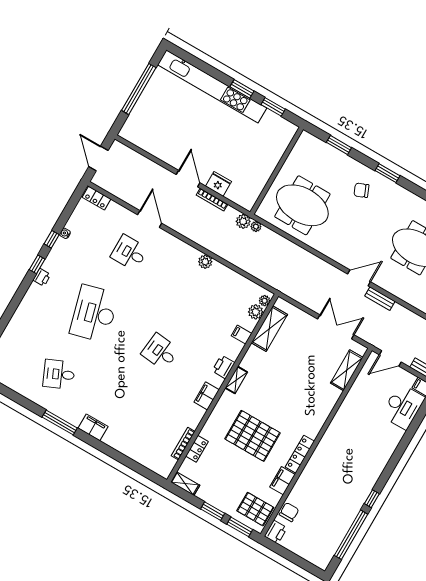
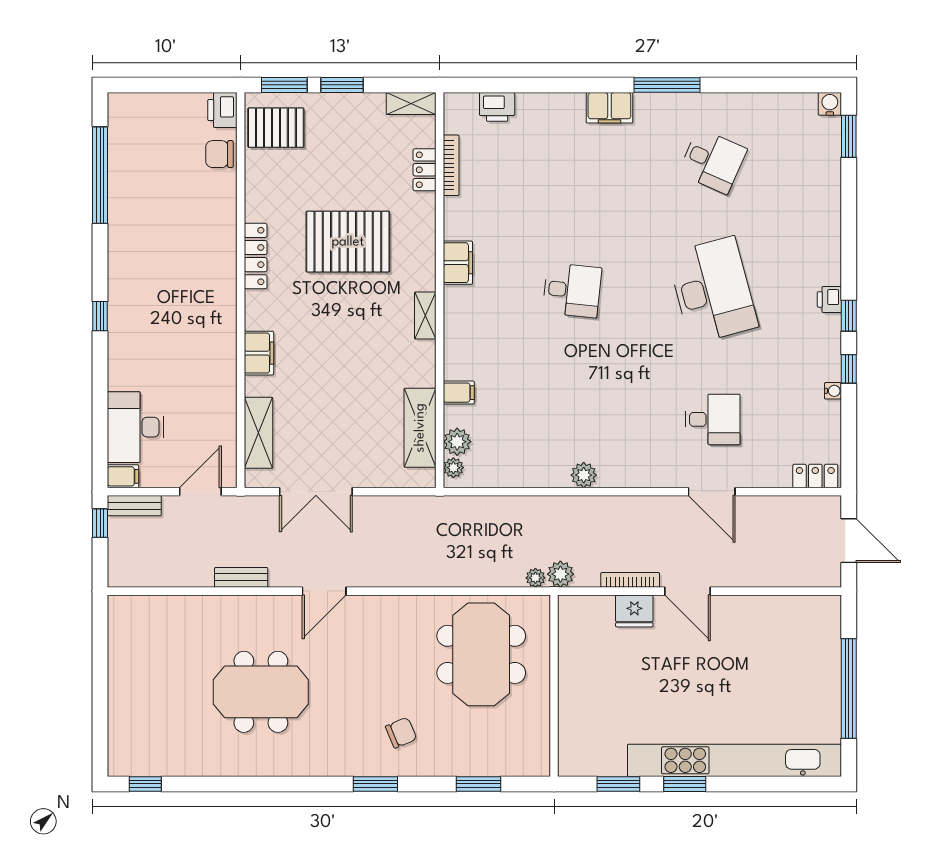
meeting table: (302, 205) -> (481, 654), turned 90
bench: (380, 299) -> (241, 577), moved
printer: (223, 367) -> (497, 107), moved, turned 90
desk: (59, 374) -> (713, 161), turned 48
filing cabinet: (282, 481) -> (259, 353), moved
window: (372, 499) -> (100, 316), moved
chair: (289, 512) -> (220, 154), turned 90

